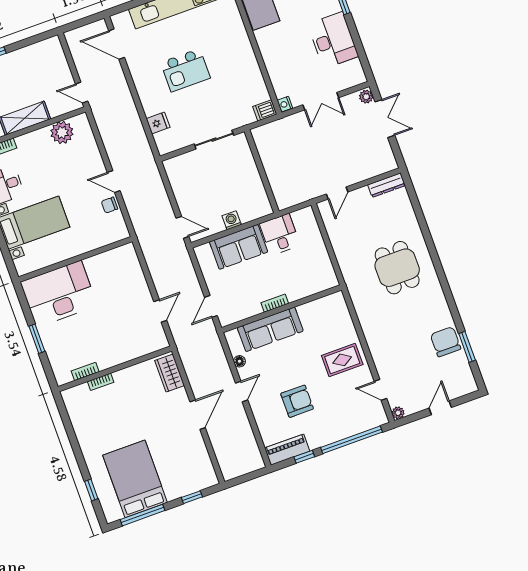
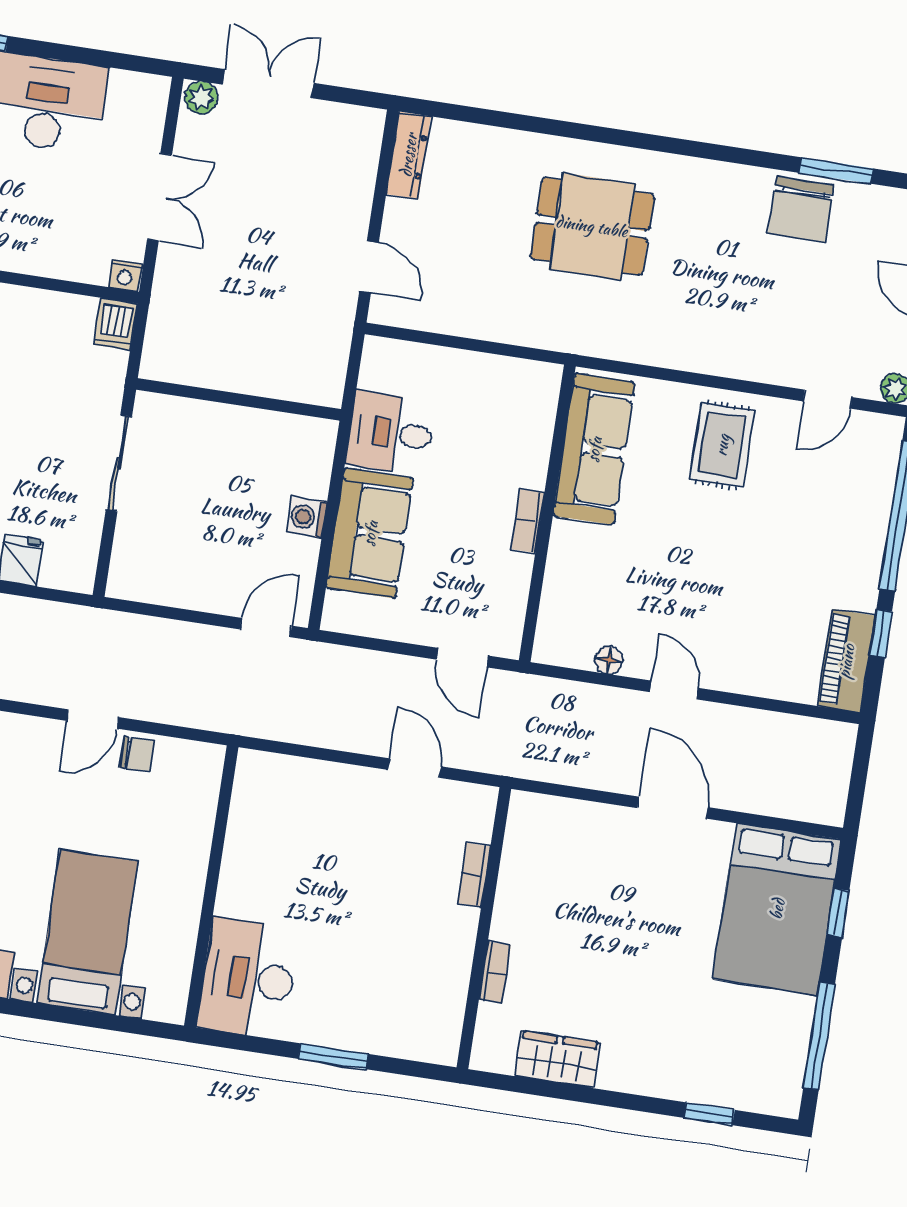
chair: (109, 205) -> (137, 754), turned -90
desk: (59, 294) -> (248, 978), width x0.73, depth x0.77
sofa: (270, 329) -> (594, 449), moved
chair: (446, 342) -> (801, 209), turned -90
bookcase: (85, 371) -> (474, 875), moved
wardrobe: (170, 373) -> (557, 1059), moved, turned 180
armchair: (297, 401) -> (757, 585), removed
bed: (135, 479) -> (777, 909), moved, turned -90

